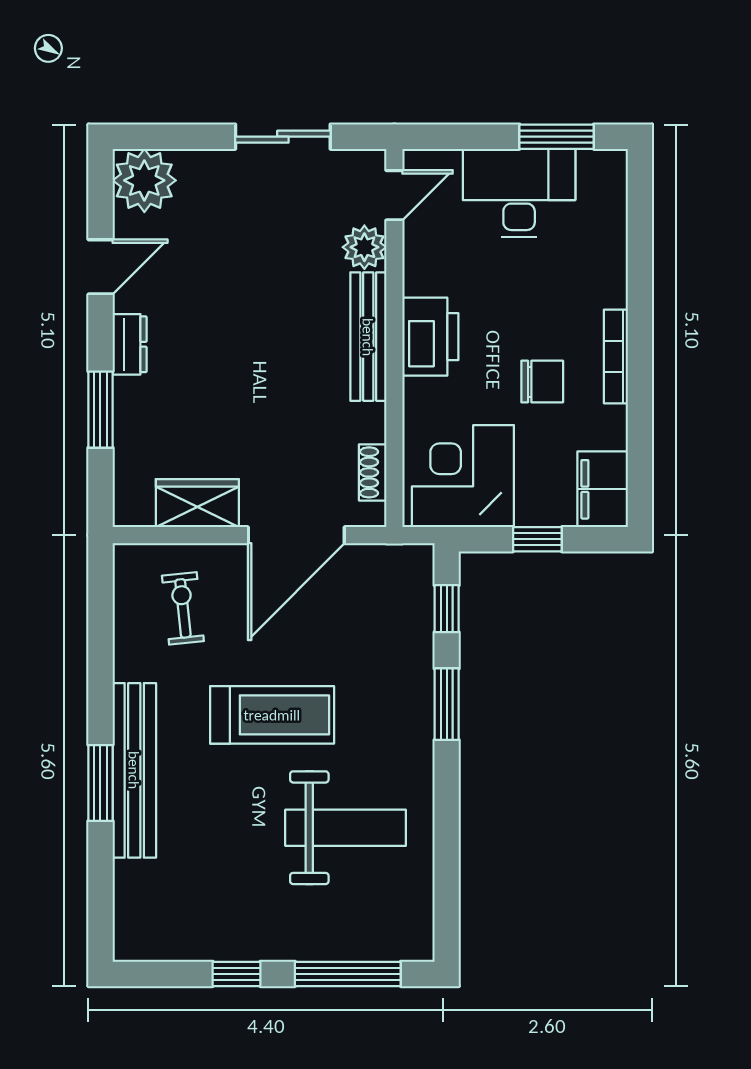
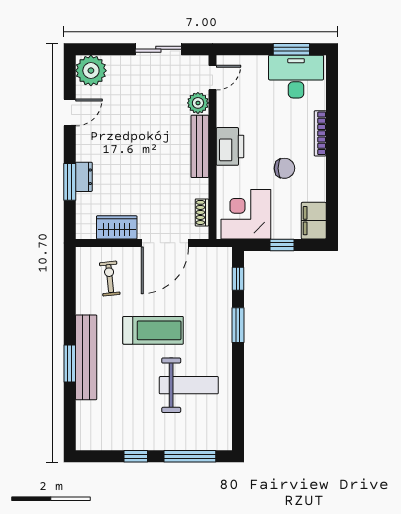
desk: (519, 193) -> (296, 77), moved
dresser: (130, 344) -> (84, 177), moved
bookcase: (616, 356) -> (320, 133), moved

